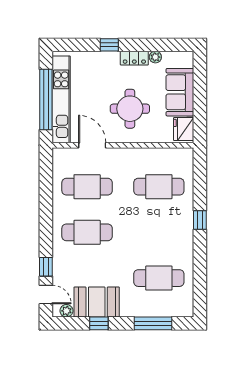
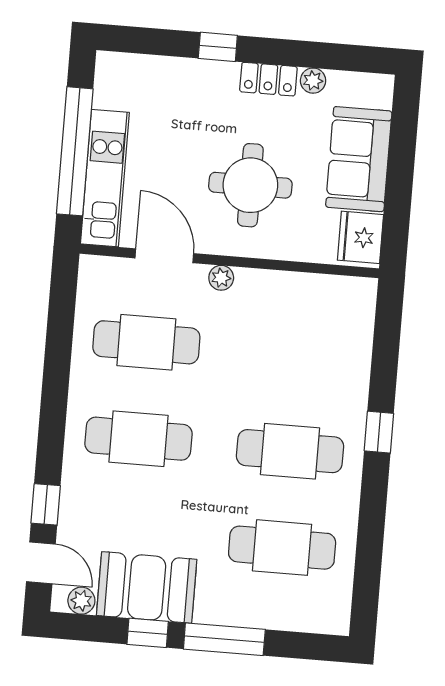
kitchen unit: (61, 99) -> (105, 178), width x0.73
plant: (120, 153) -> (221, 278), added
cafe table: (159, 187) -> (290, 451), moved
window: (153, 323) -> (224, 639), moved

